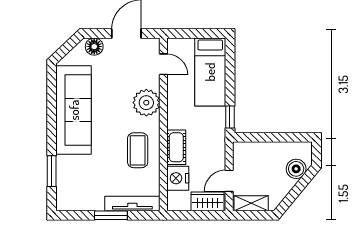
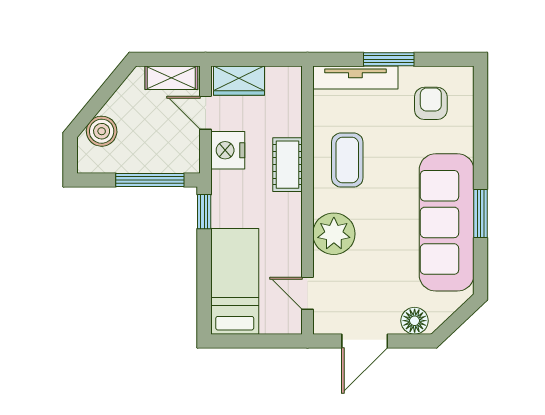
window: (265, 137) -> (150, 180), added
window: (52, 171) -> (481, 213), moved
nightstand: (178, 178) -> (228, 150), moved, turned 180
door: (229, 181) -> (206, 113), swing flipped
armchair: (84, 187) -> (431, 103), added

